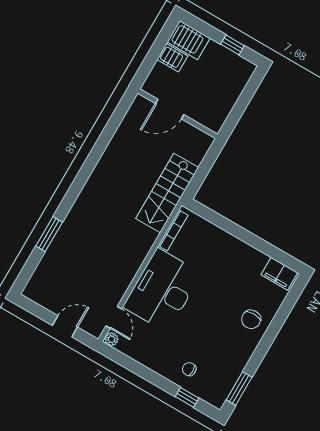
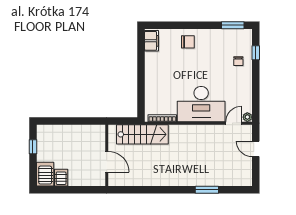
door: (170, 109) -> (107, 162), moved
wall: (178, 114) -> (107, 155), moved

